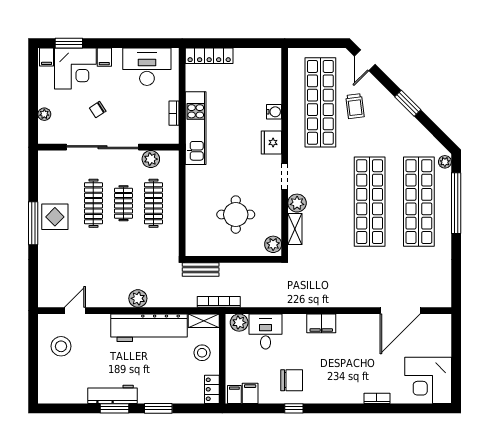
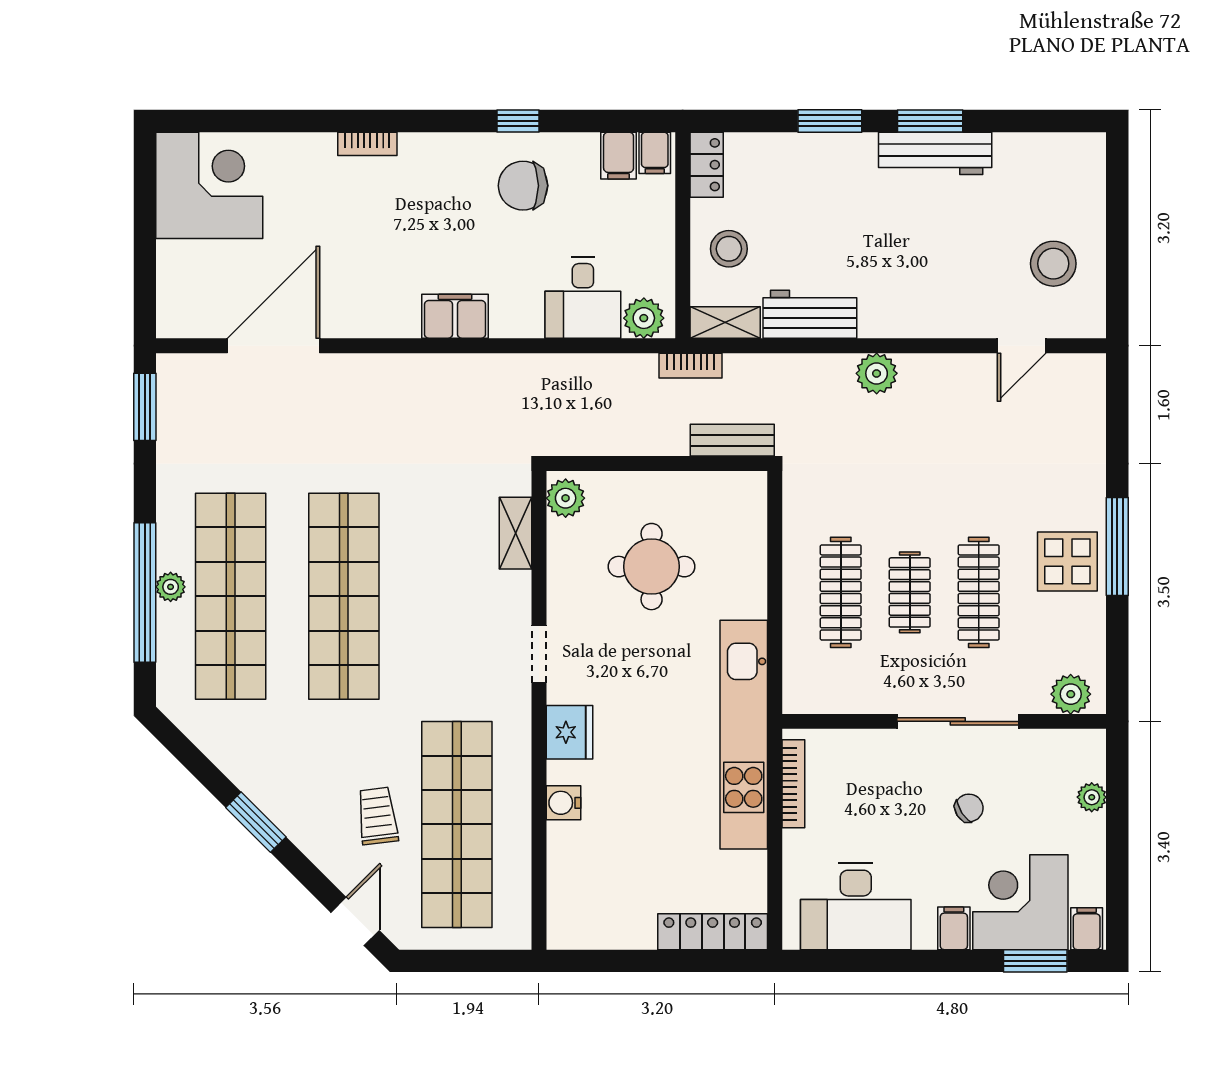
bookcase: (174, 113) -> (793, 784), width x1.56
kitchen unit: (196, 128) -> (744, 735), width x1.36
sliding door: (103, 147) -> (958, 721), width x0.73
plant: (151, 159) -> (1071, 694), moved
plant: (445, 162) -> (171, 587), moved
plant: (297, 203) -> (511, 593), removed
window: (456, 284) -> (145, 407), added
bookcase: (219, 302) -> (691, 366), width x0.64
workbench: (149, 328) -> (810, 314), width x0.53, depth x0.76
bookcase: (377, 398) -> (367, 144), moved

